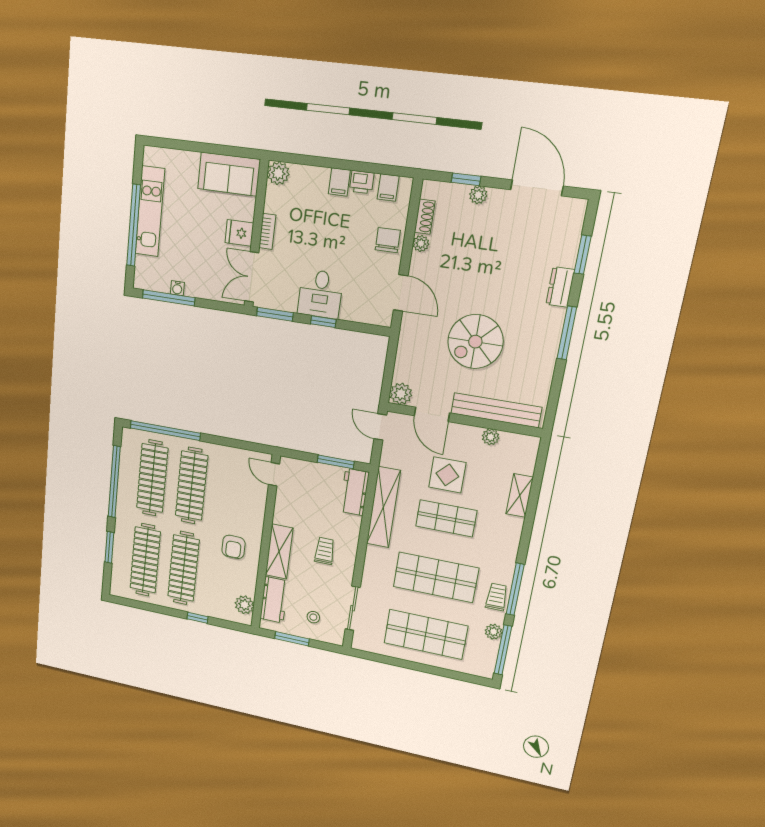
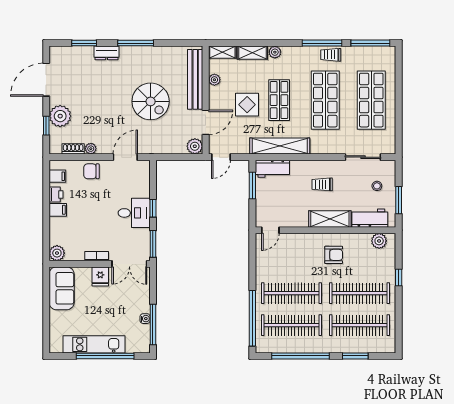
plant: (478, 195) -> (60, 116), width x1.88, depth x1.88
shelving: (528, 455) -> (222, 52), added
plant: (494, 632) -> (275, 52), moved

